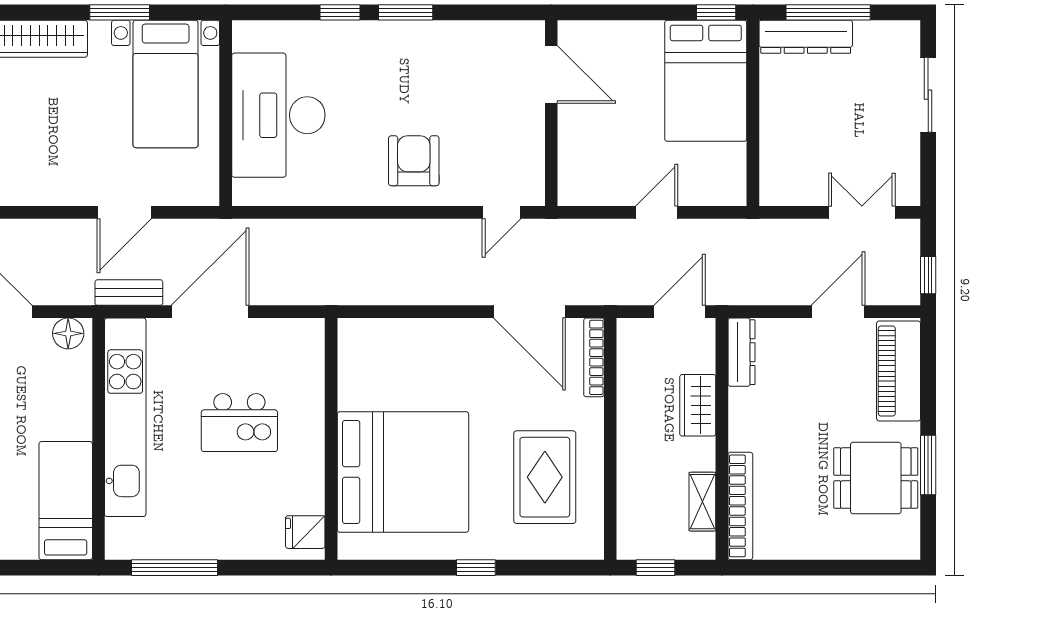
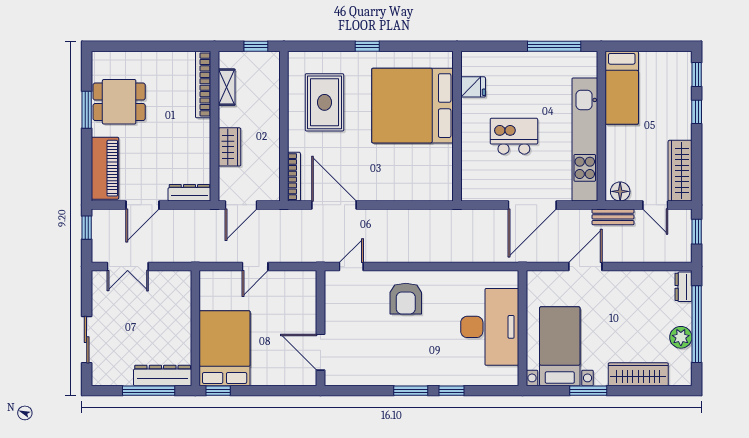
bench: (129, 293) -> (613, 217), moved
dresser: (741, 352) -> (189, 193), moved, turned 90
fridge: (305, 532) -> (473, 87), moved

